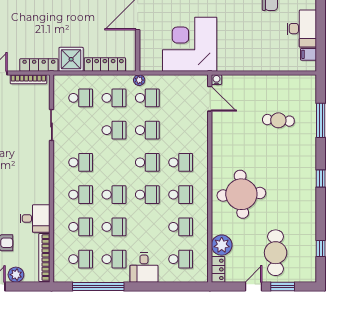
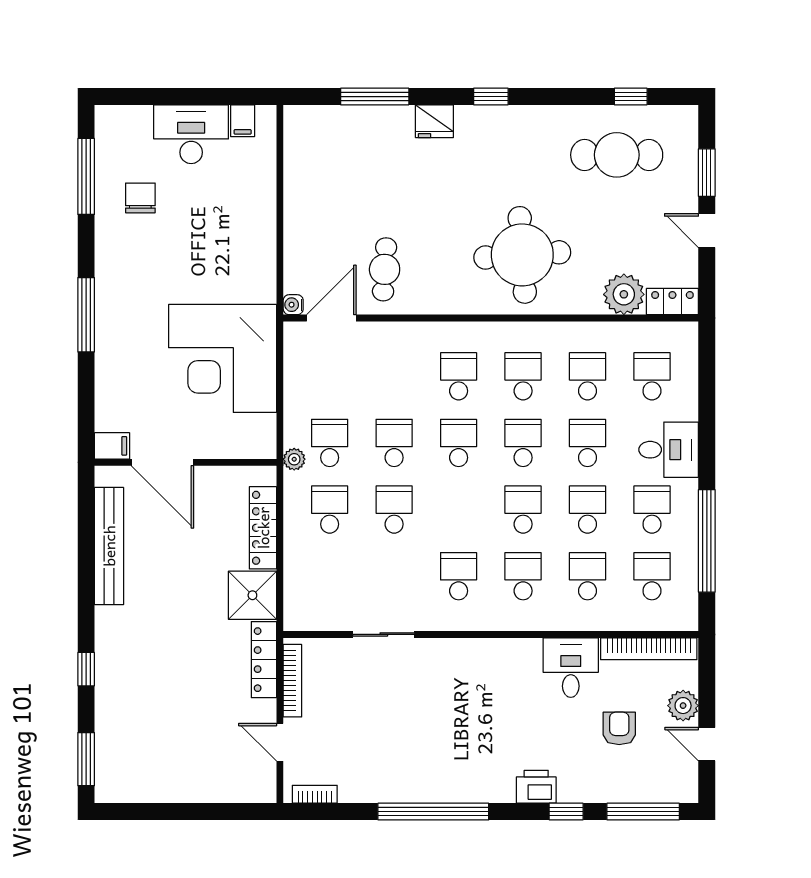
school desk: (81, 98) -> (588, 443), moved
cafe table: (278, 120) -> (385, 269), moved
fridge: (308, 150) -> (434, 121), added
cafe table: (276, 253) -> (617, 155), moved

